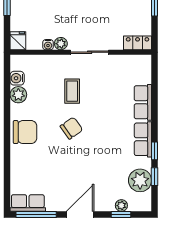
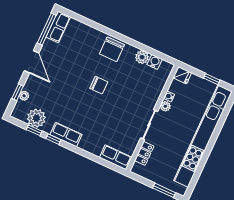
locker: (138, 43) -> (144, 153), moved
coffee table: (72, 91) -> (126, 98), removed
row of seats: (143, 102) -> (116, 157), moved
chair: (71, 128) -> (99, 85), turned -55

